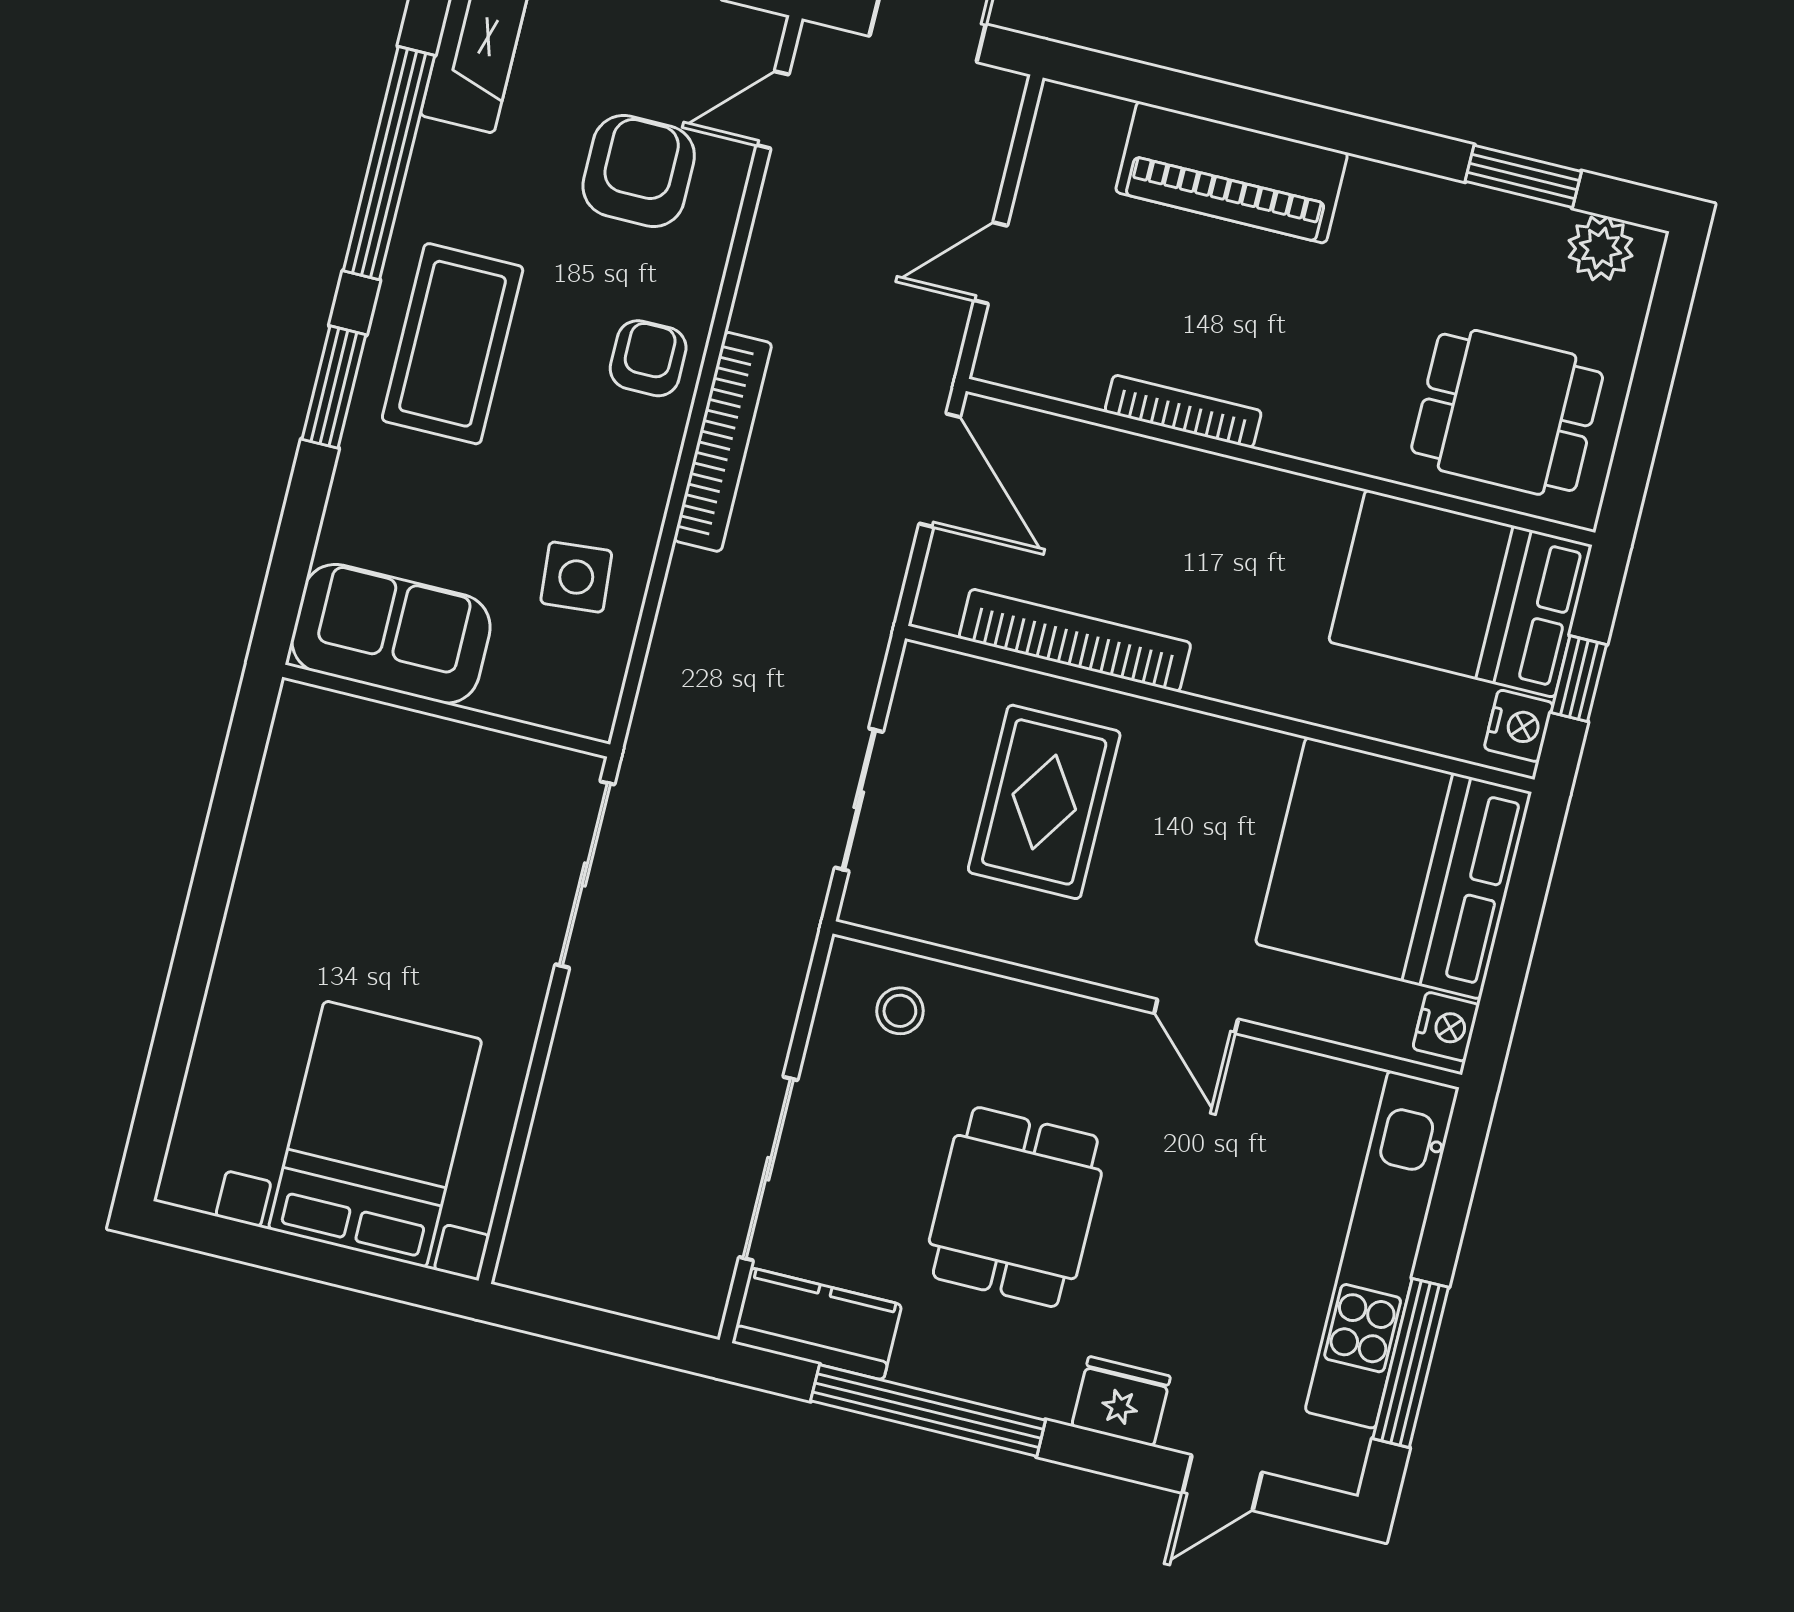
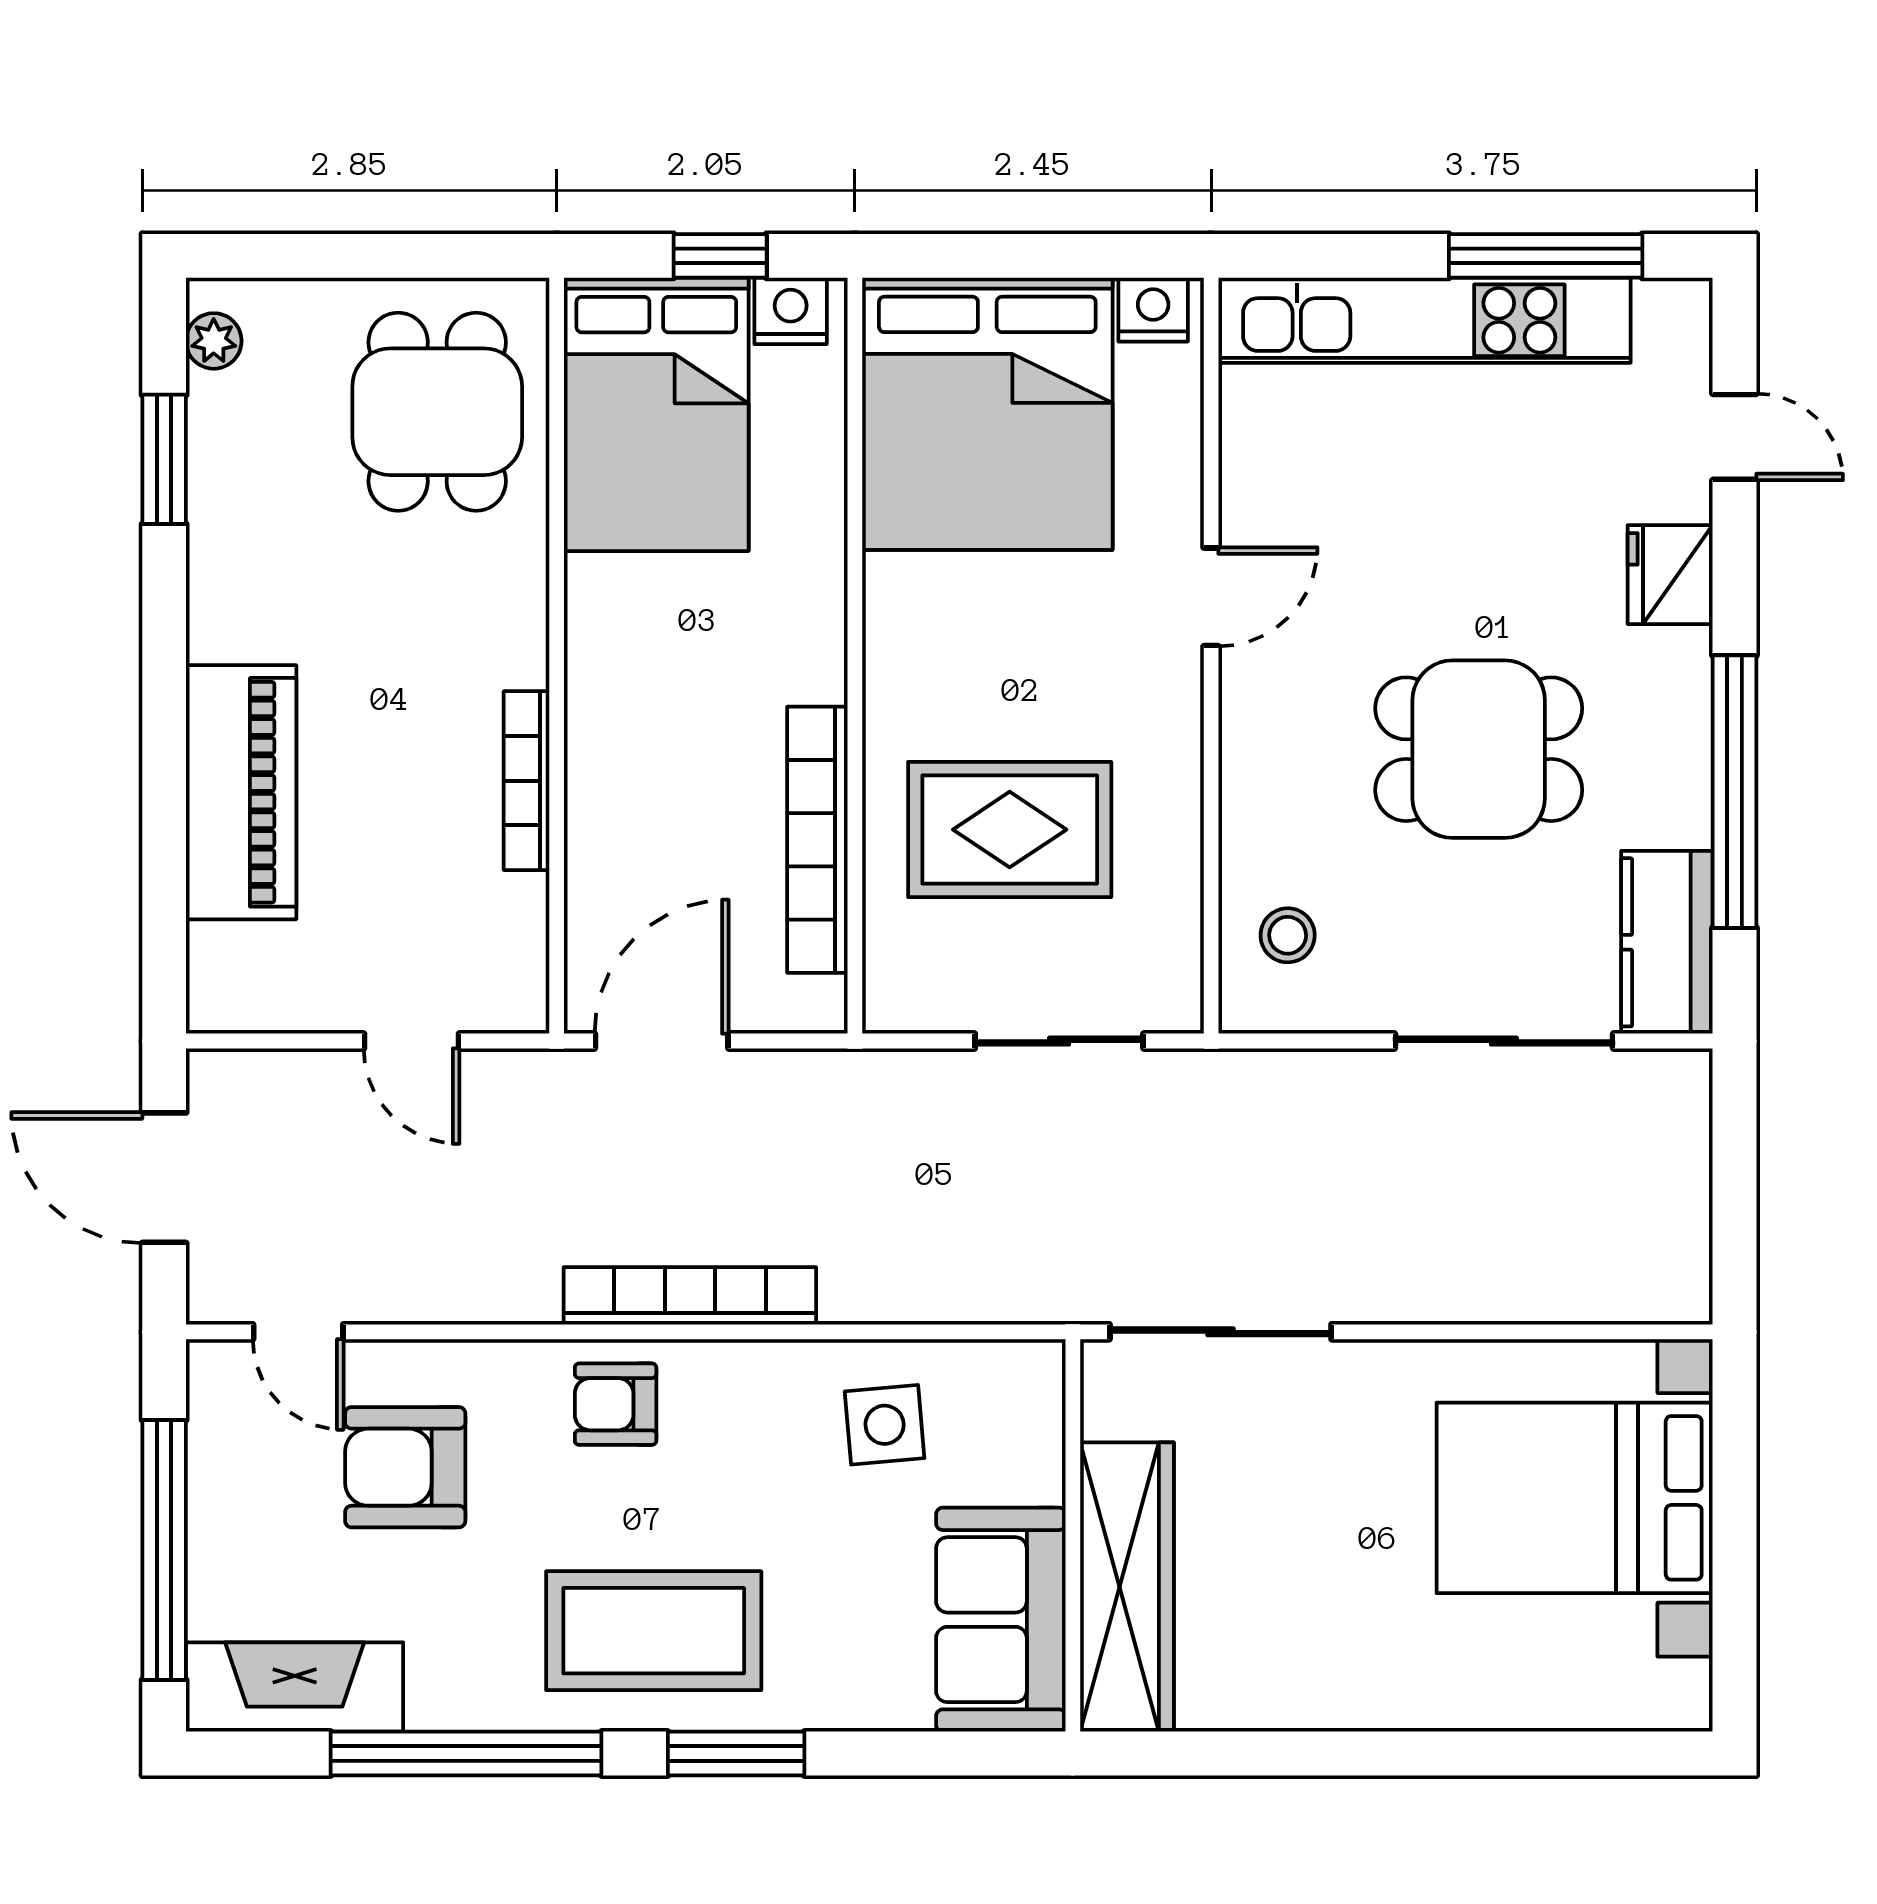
plant: (1601, 248) -> (214, 341), width x0.73, depth x0.73
wardrobe: (392, 745) -> (1127, 1587), added

